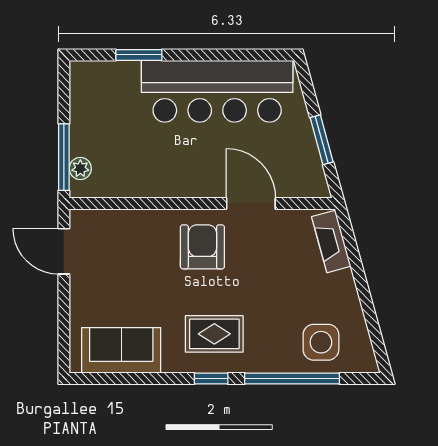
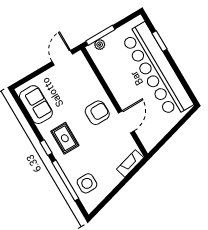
bar counter: (217, 91) -> (157, 70), width x1.36
window: (322, 140) -> (169, 135), removed

